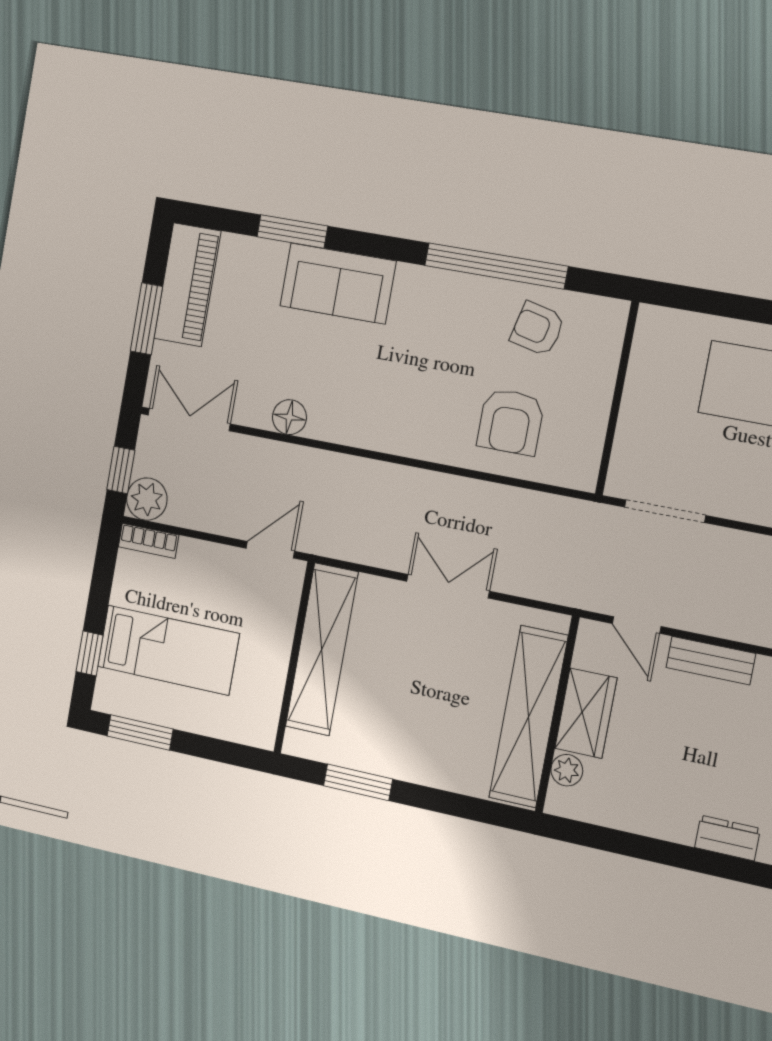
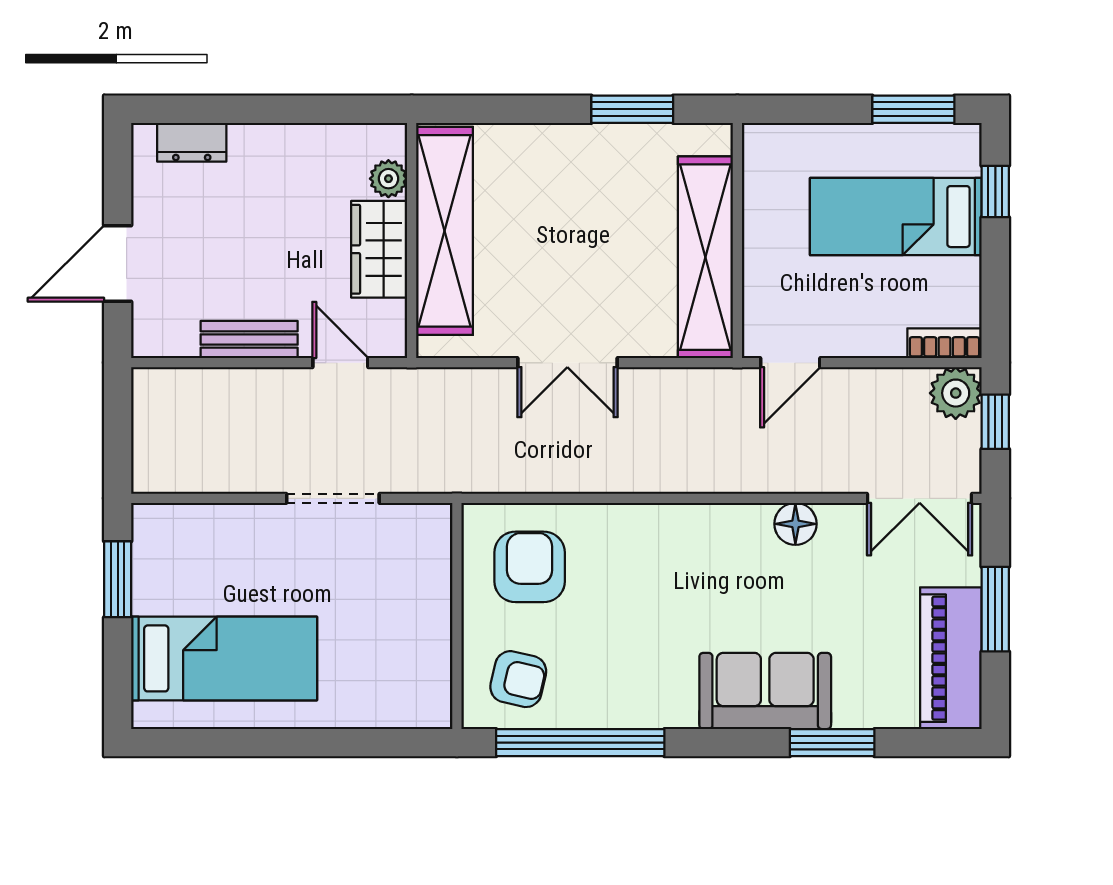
wall: (617, 398) -> (457, 616), moved

